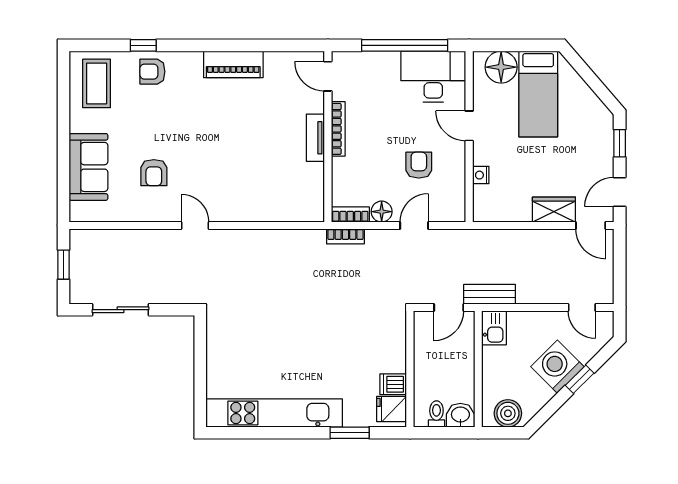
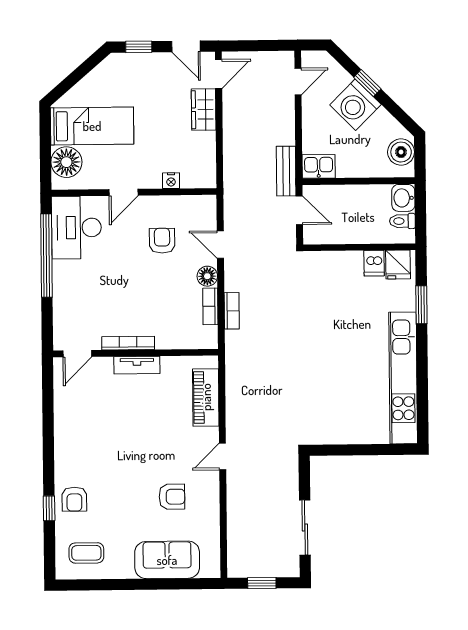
piano: (233, 64) -> (206, 397), moved, turned 180
door: (328, 76) -> (77, 354), moved
coffee table: (97, 83) -> (86, 553), width x0.73, depth x0.77
bookcase: (338, 129) -> (128, 343), moved
wall: (328, 137) -> (136, 353), moved
tv unit: (315, 138) -> (137, 365), moved
armchair: (419, 165) -> (162, 241), turned 90

